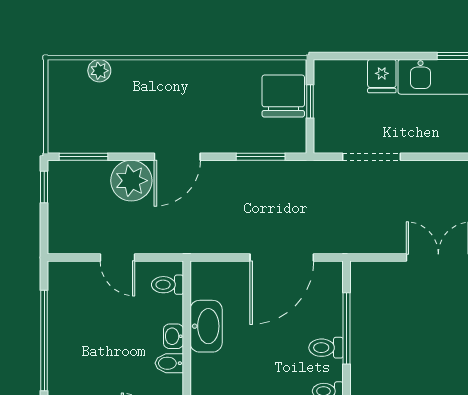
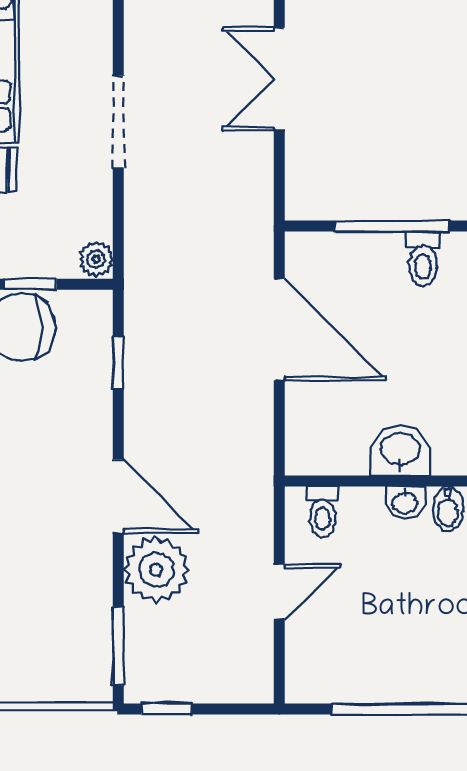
plant: (326, 143) -> (96, 259), added
window: (261, 157) -> (118, 363), width x0.67
doorway: (371, 157) -> (118, 122), moved
washbasin: (206, 326) -> (400, 450), width x0.72

